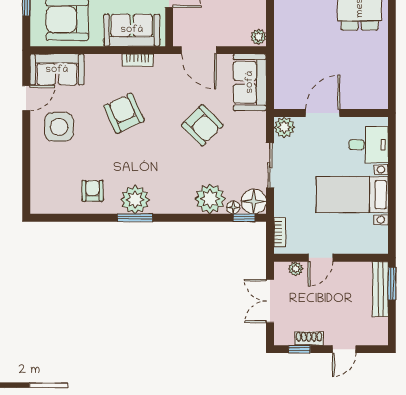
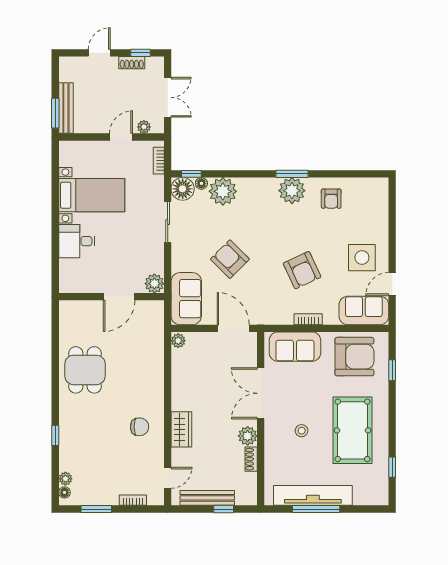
bookcase: (138, 60) -> (308, 319), moved
door: (323, 113) -> (119, 297), moved
wall: (331, 113) -> (111, 297), moved
plant: (284, 127) -> (154, 284), moved

